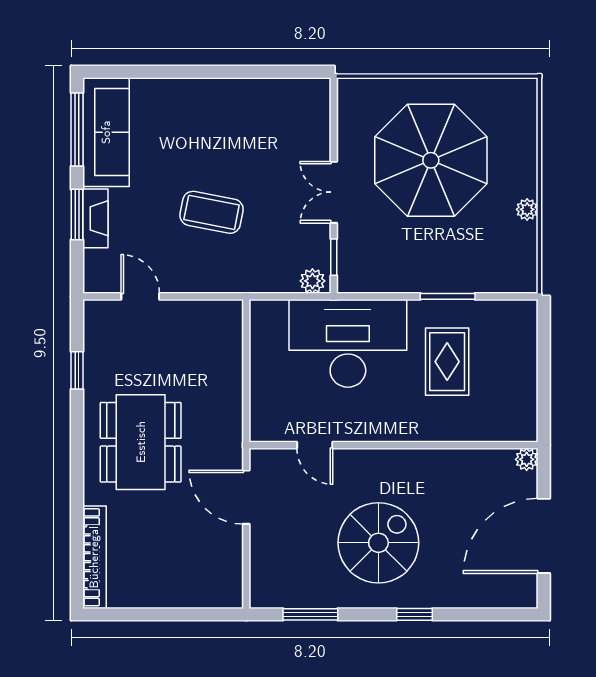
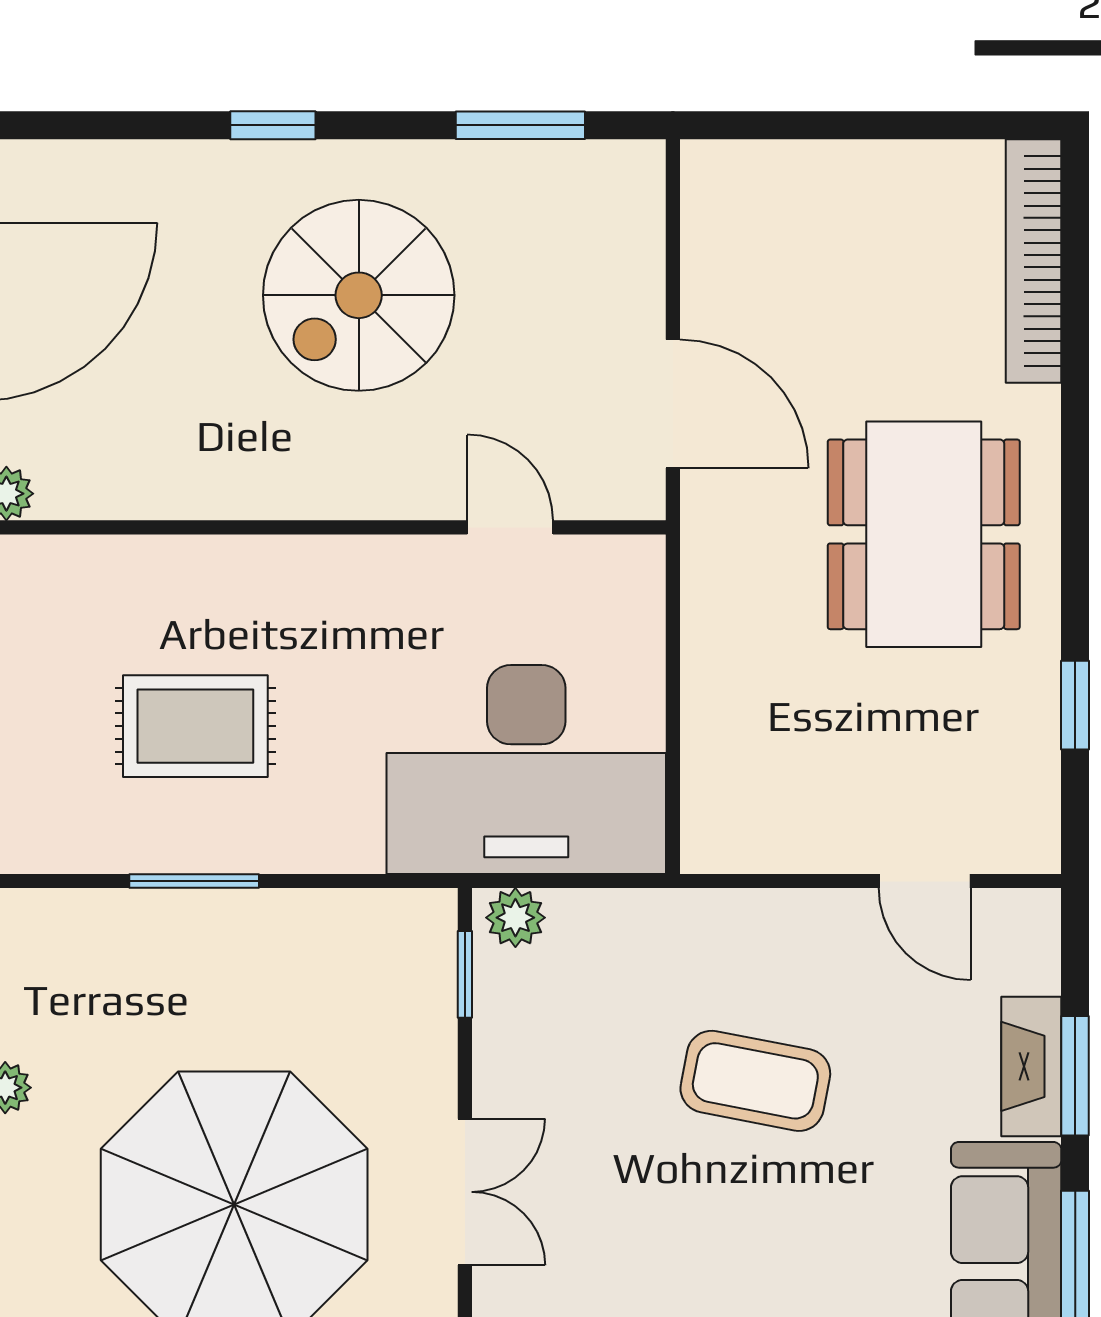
double door: (334, 192) -> (465, 1192), moved
desk: (348, 343) -> (526, 770), moved
rug: (447, 362) -> (195, 726), turned 90

